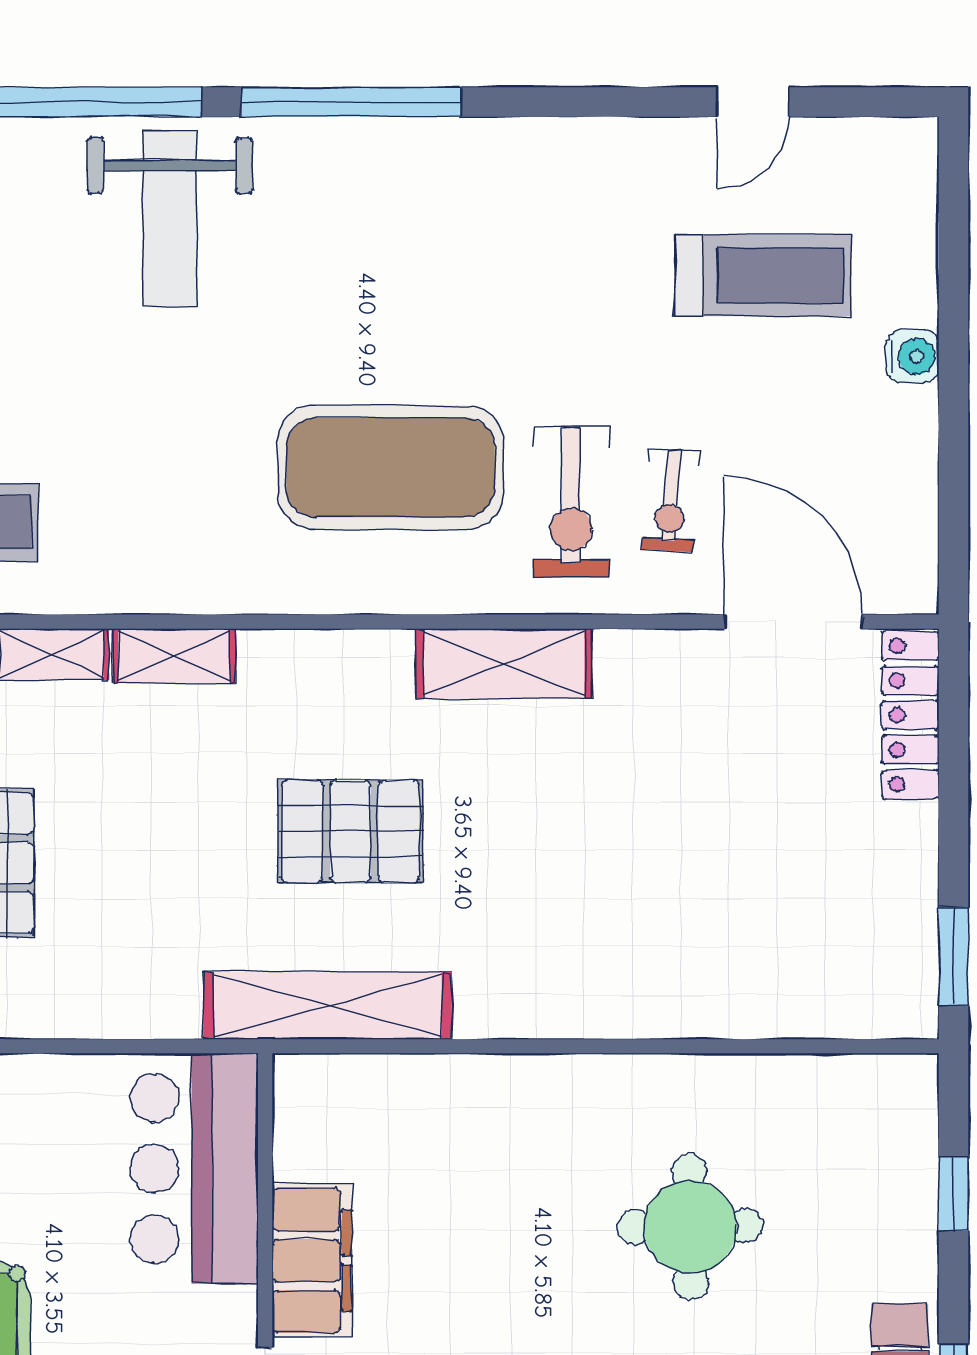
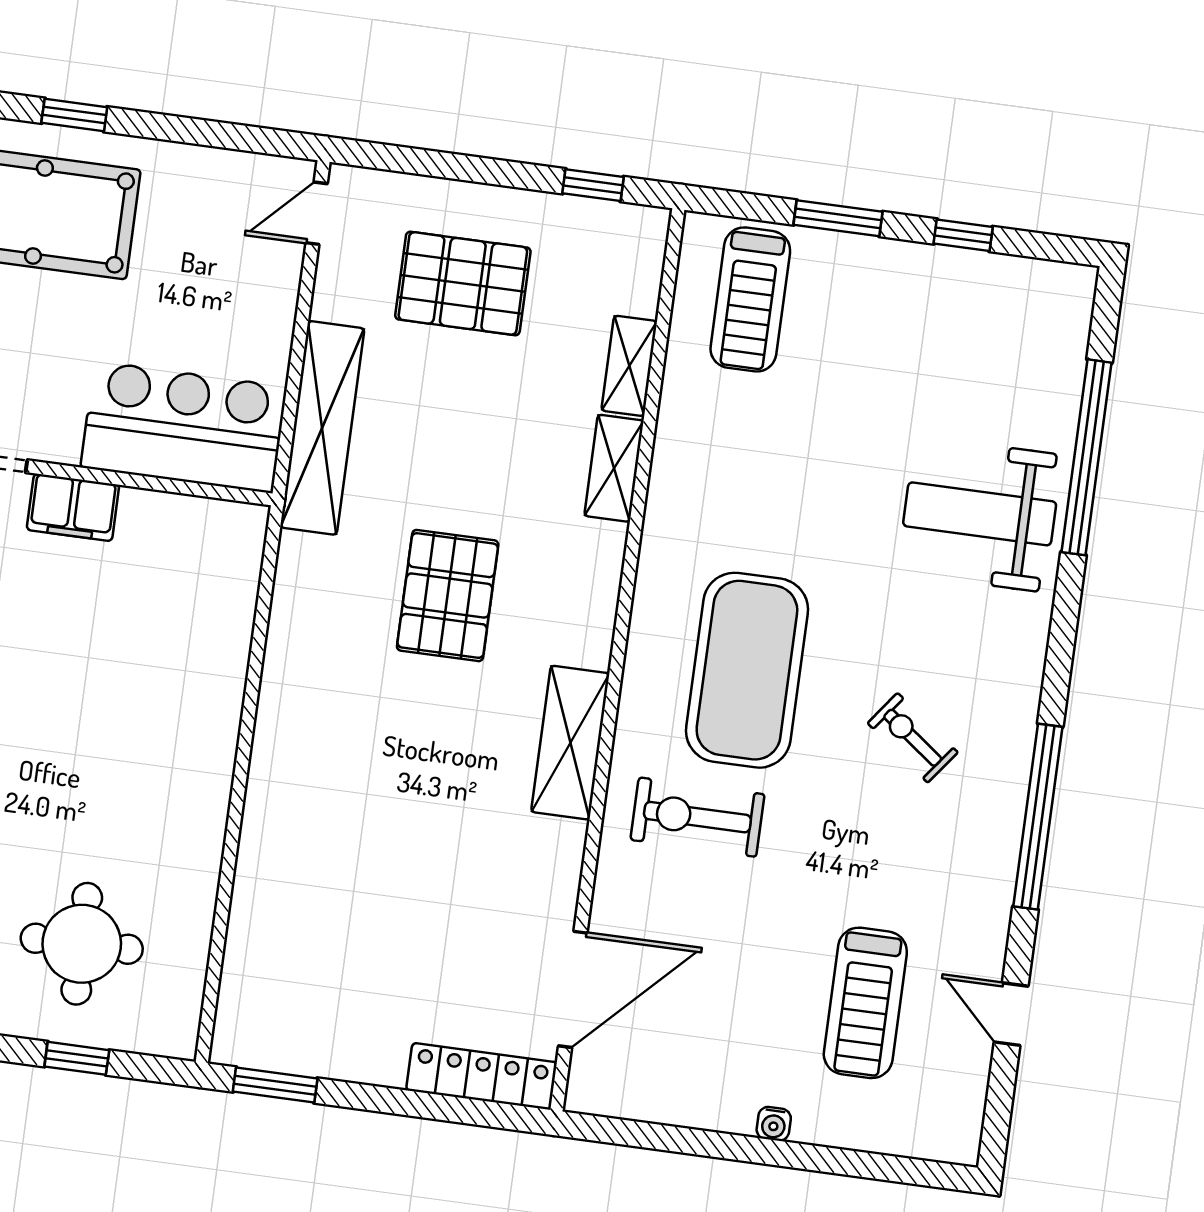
window: (352, 102) -> (1038, 817), moved
water cooler: (912, 357) -> (774, 1124), width x0.72, depth x0.72
exercise bike: (671, 500) -> (913, 738), moved, turned 33
shelving: (328, 1005) -> (322, 428), moved
round table: (690, 1227) -> (82, 944), moved
filing cabinet: (312, 1261) -> (73, 507), width x0.67, depth x0.86

